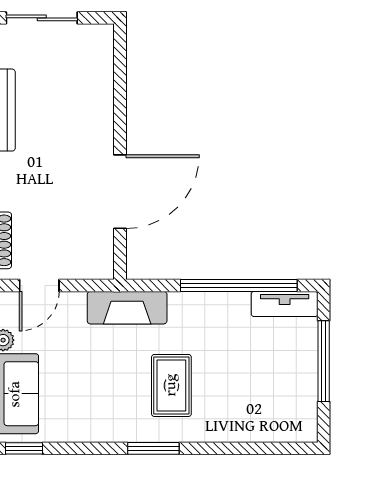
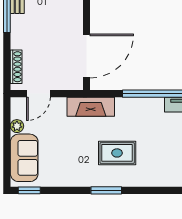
door: (120, 192) -> (86, 56), moved
rug: (171, 385) -> (117, 153), turned 90

